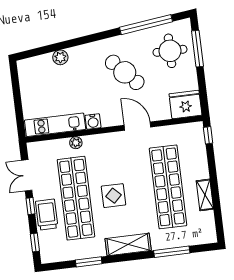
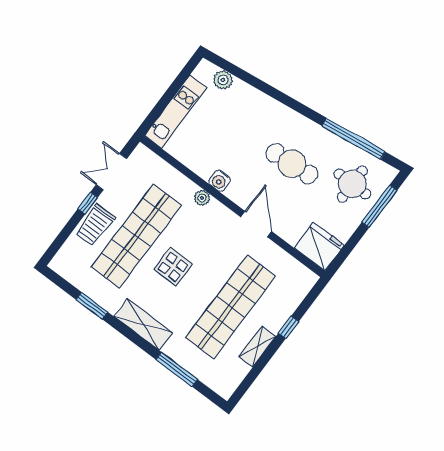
plant: (60, 57) -> (223, 80), moved
cafe table: (125, 72) -> (292, 164), turned -51
kitchen unit: (55, 125) -> (176, 112), moved, turned 90
window: (208, 135) -> (288, 327), moved
plant: (76, 143) -> (202, 198), moved
trolley: (47, 215) -> (95, 225), turned 180
window: (35, 242) -> (60, 240), removed

